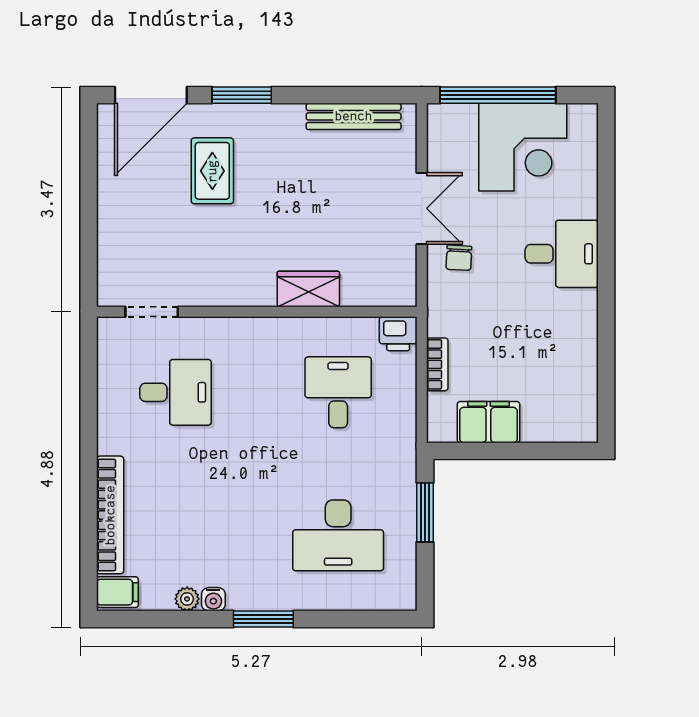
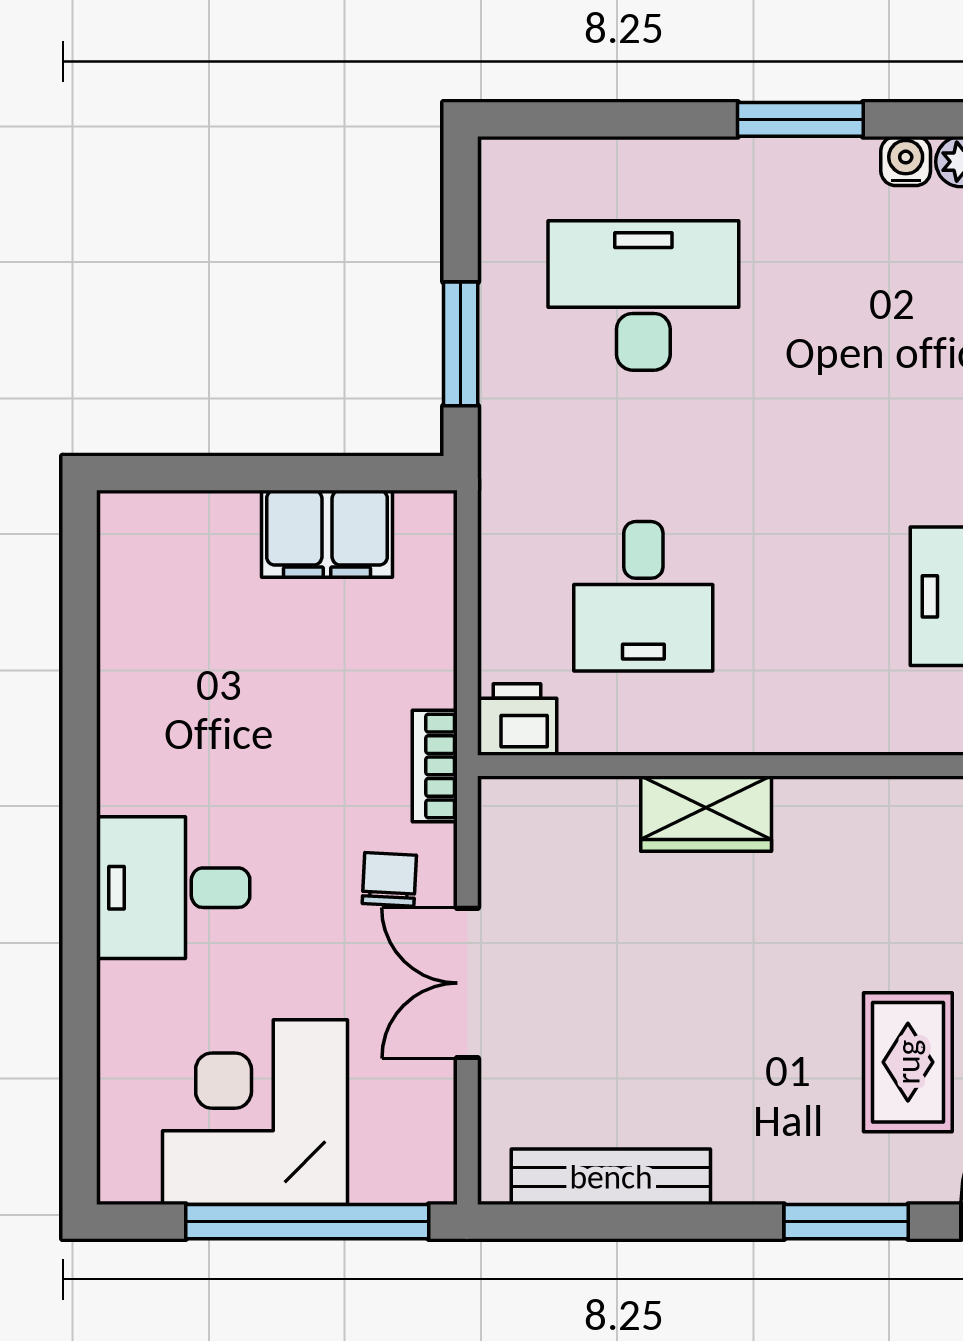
bookcase: (437, 364) -> (435, 766), moved

